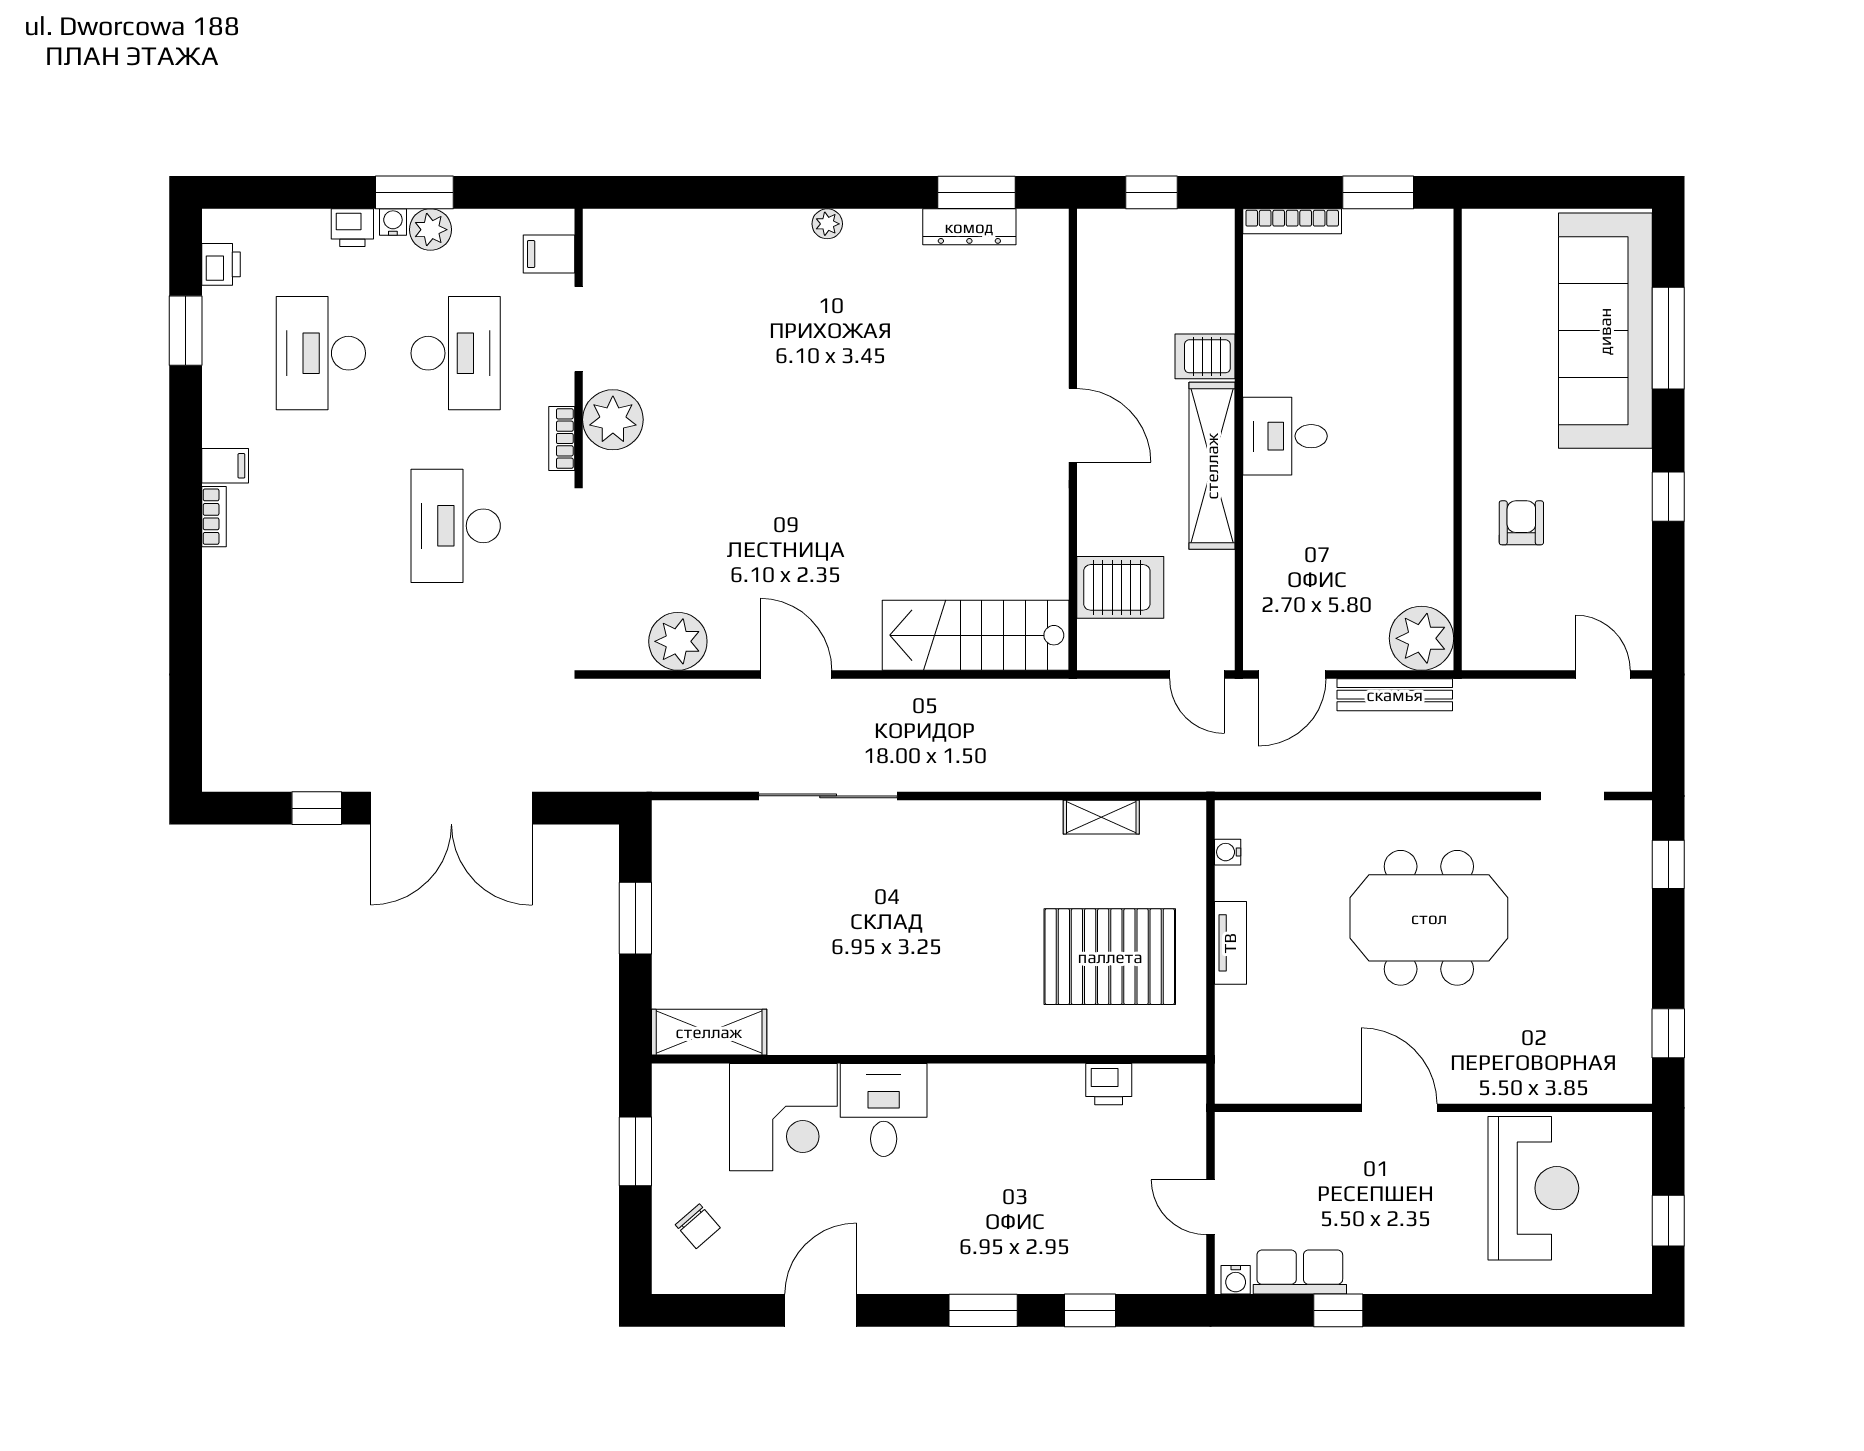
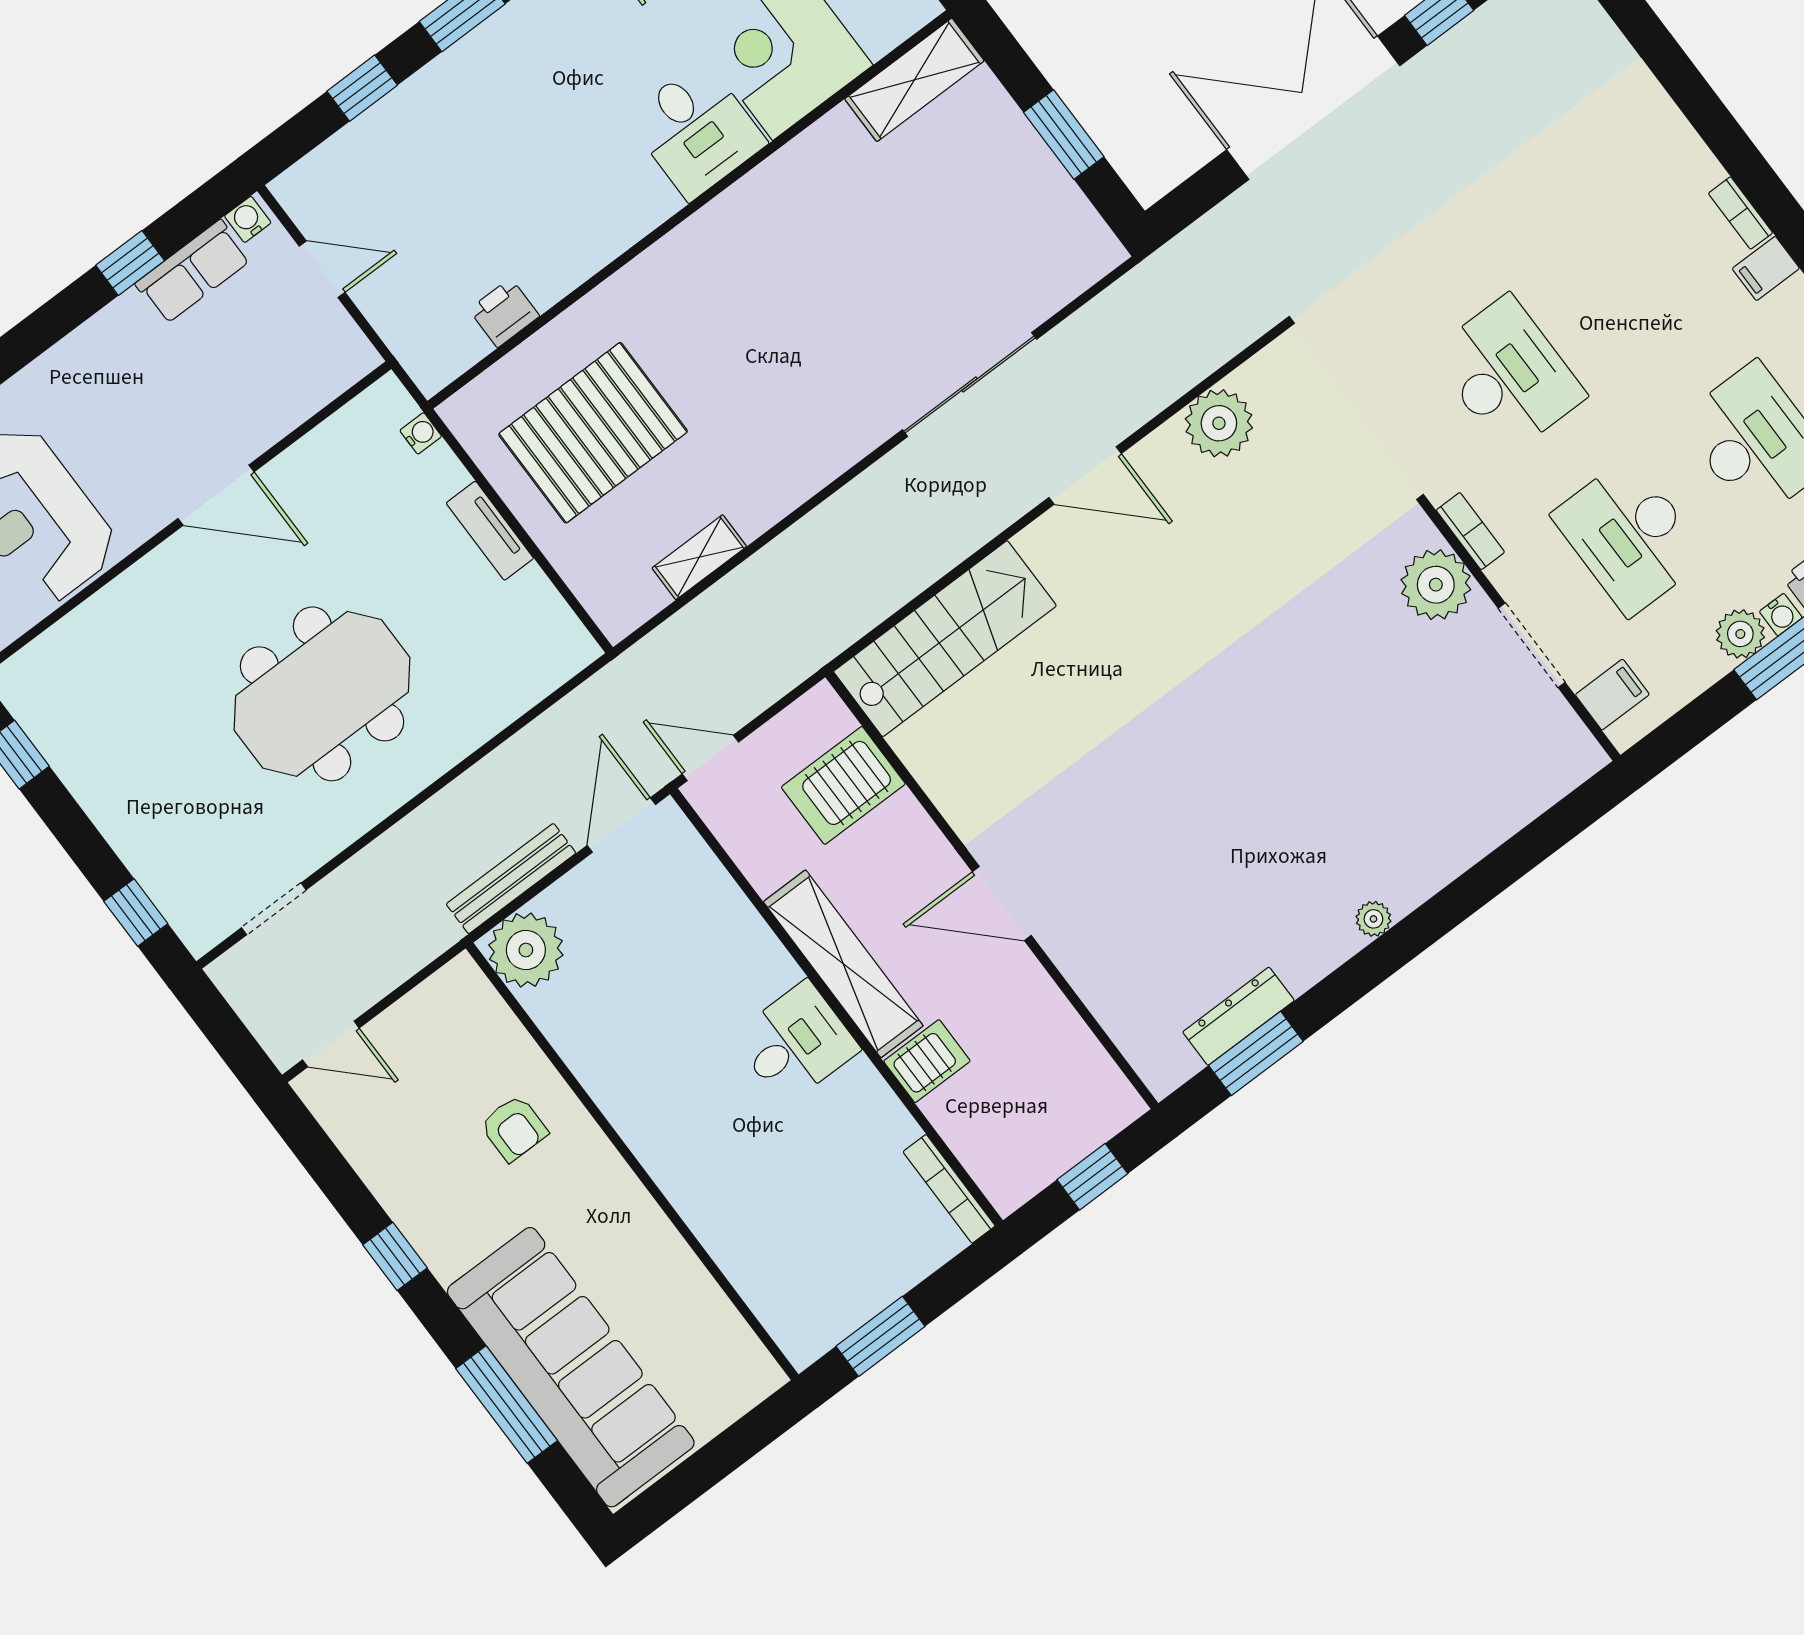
bookcase: (1292, 221) -> (949, 1189), moved, turned -90
water cooler: (1228, 852) -> (421, 433), moved

